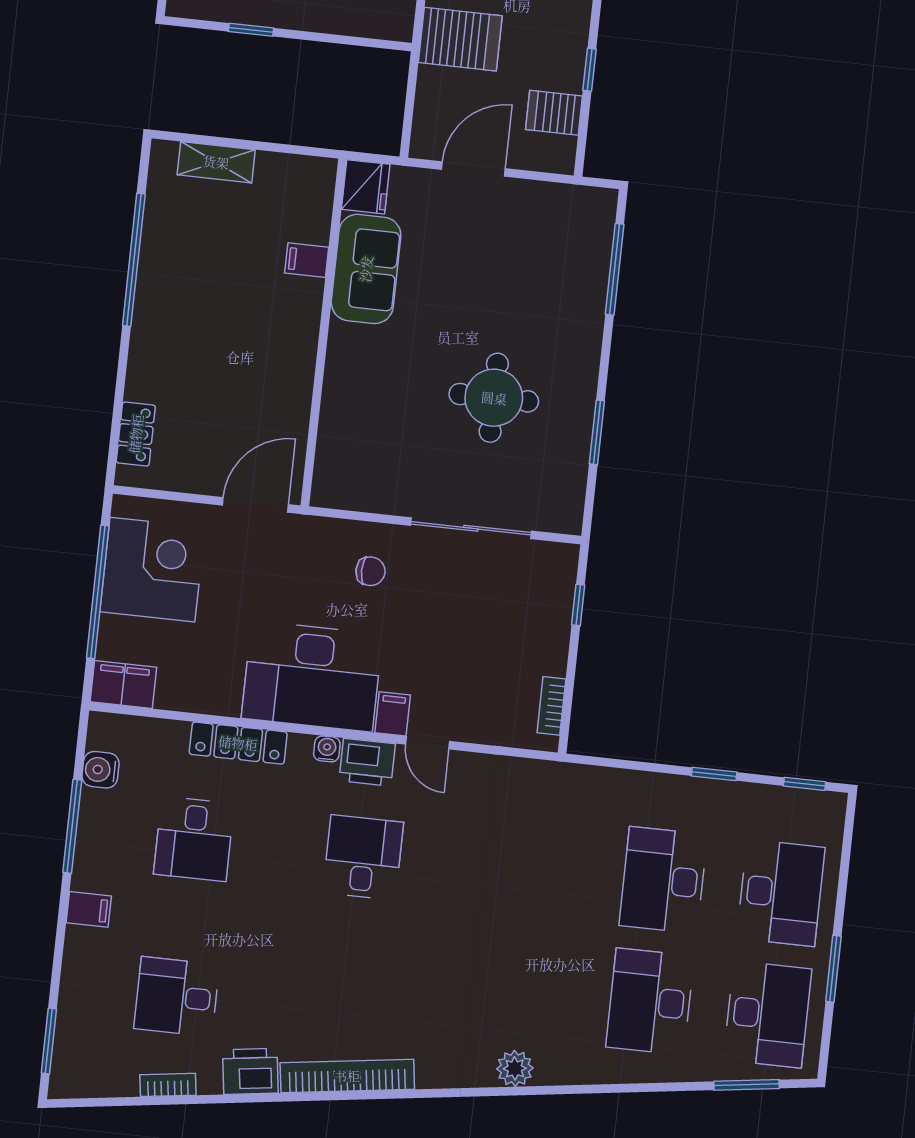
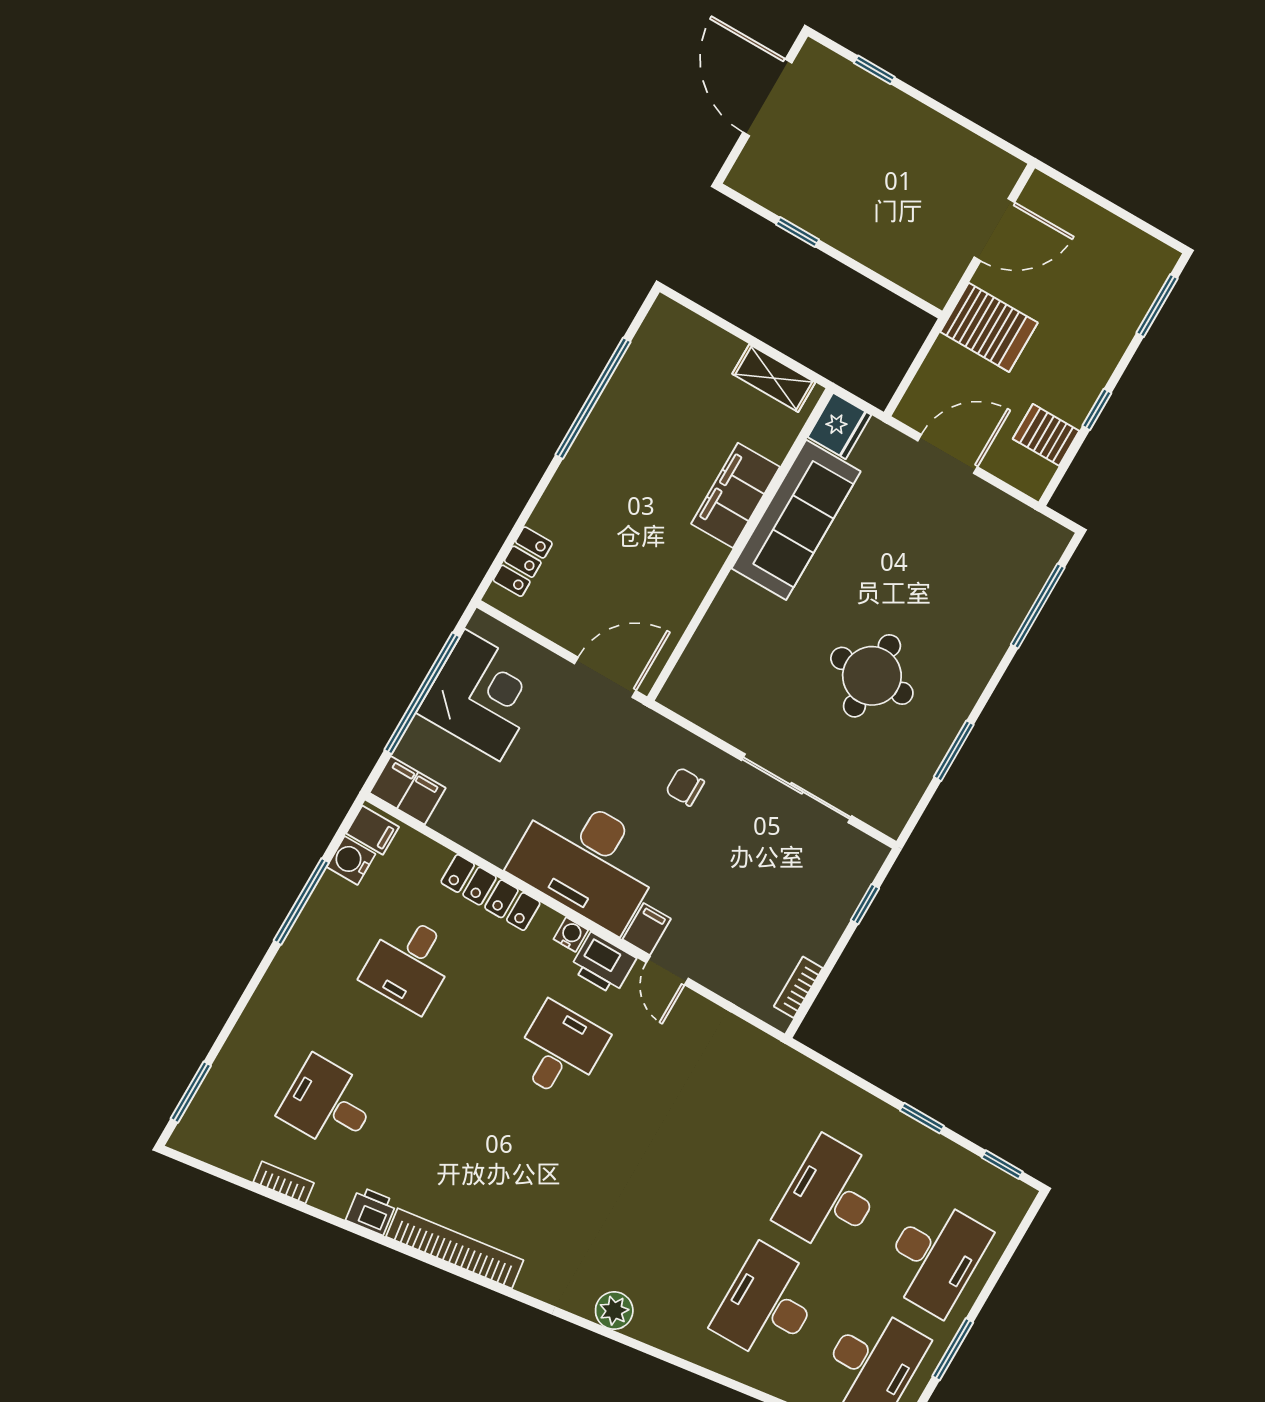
shelving: (216, 162) -> (774, 378), moved
filing cabinet: (307, 260) -> (735, 495), width x3.00, depth x1.17
sofa: (366, 269) -> (796, 520), width x1.36
chair: (370, 571) -> (685, 787), turned 180
filing cabinet: (89, 909) -> (373, 830), moved
printer: (250, 1071) -> (371, 1211), width x0.73, depth x0.81

